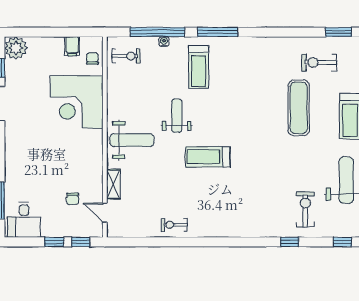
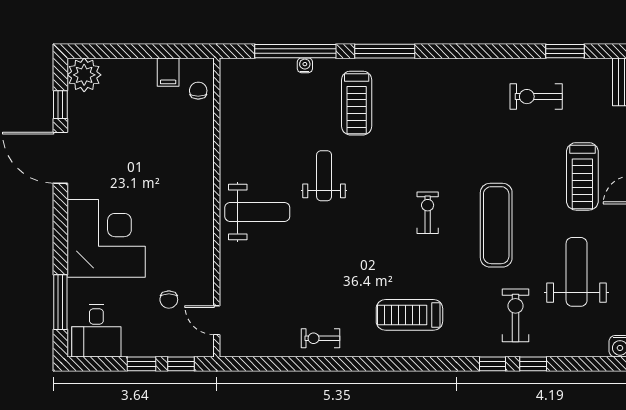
exercise bike: (126, 56) -> (428, 213), moved, turned -90
corner desk: (77, 102) -> (106, 238), moved, turned 180
exercise mat: (299, 108) -> (496, 225), moved
treadmill: (208, 157) -> (409, 315), moved
shelving: (113, 184) -> (230, 278), removed
window: (342, 242) -> (533, 364), moved

